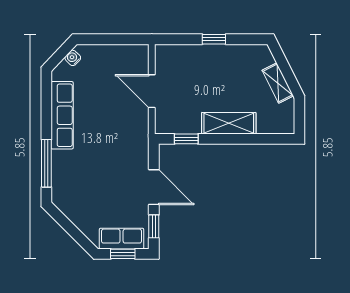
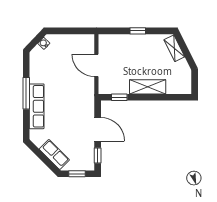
shelving: (278, 83) -> (174, 48), moved
row of seats: (62, 115) -> (37, 106), moved
window: (46, 163) -> (26, 93), moved
row of seats: (122, 239) -> (54, 154), moved, turned 45

